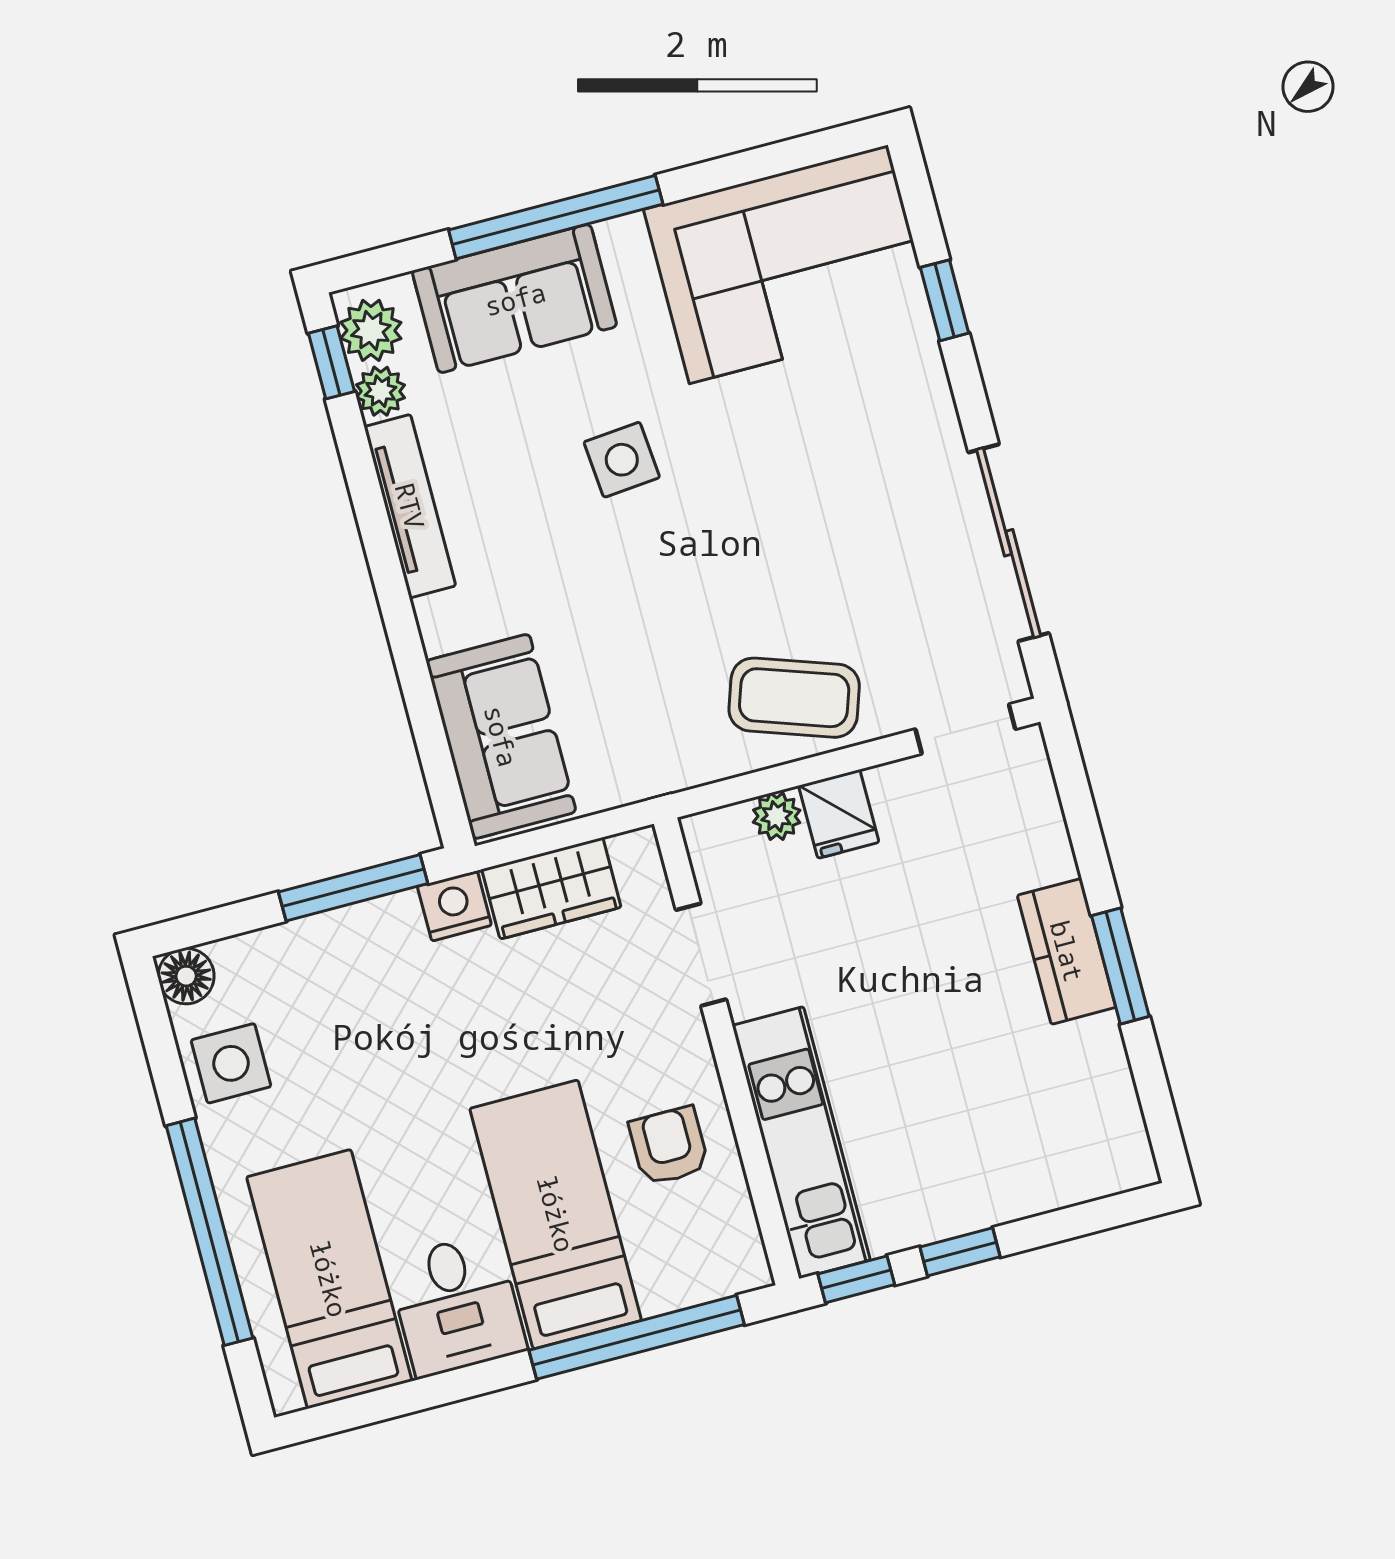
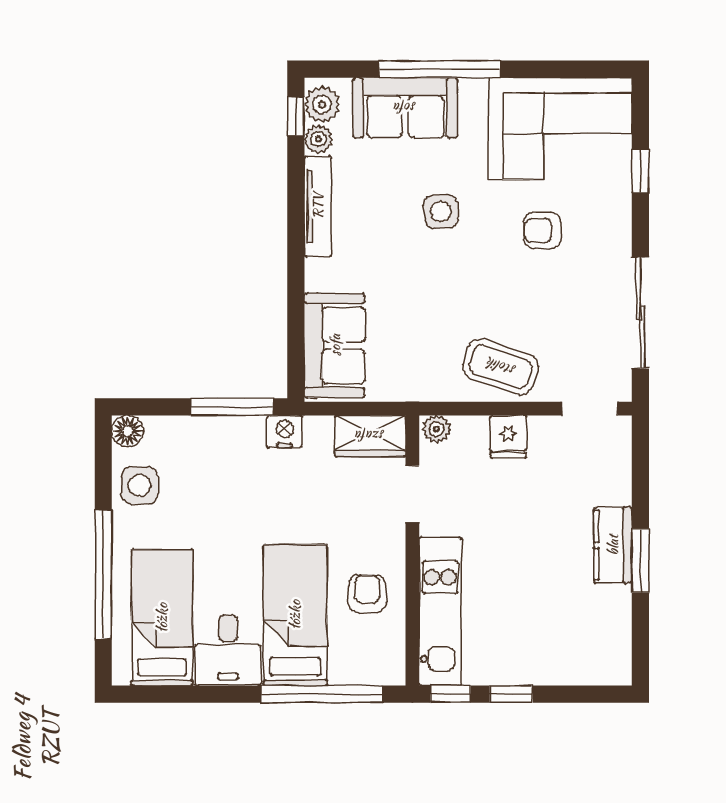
armchair: (804, 446) -> (543, 230), added
plant: (777, 816) -> (437, 429), moved
wardrobe: (551, 888) -> (370, 436), moved

